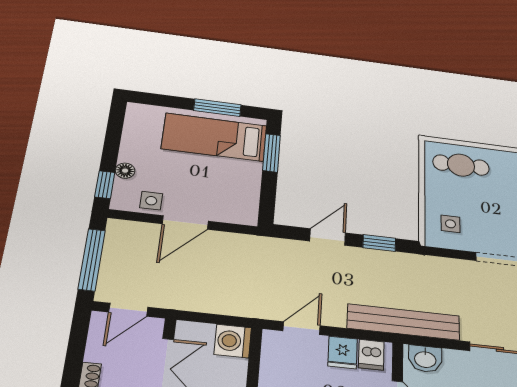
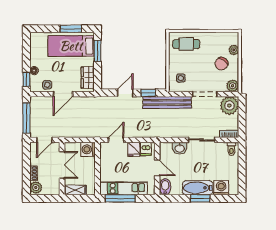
wardrobe: (245, 198) -> (88, 78), added
bench: (404, 322) -> (167, 102), moved
washbasin: (425, 359) -> (180, 148), moved

